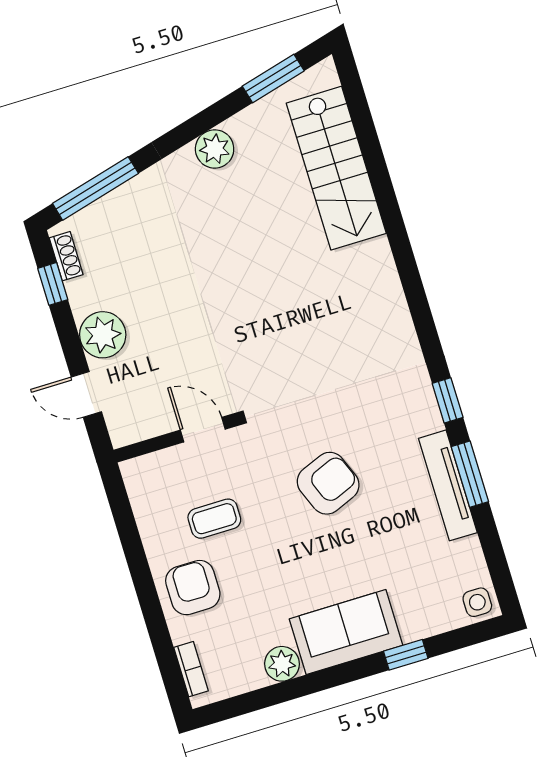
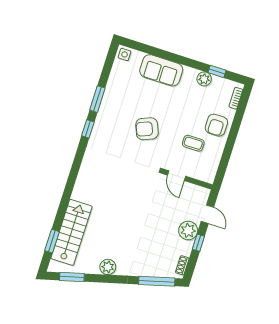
window: (363, 123) -> (52, 241), added
window: (53, 284) -> (198, 243), moved
tv unit: (448, 485) -> (107, 100), removed
sofa: (346, 632) -> (161, 70), moved
window: (406, 655) -> (217, 71), moved

